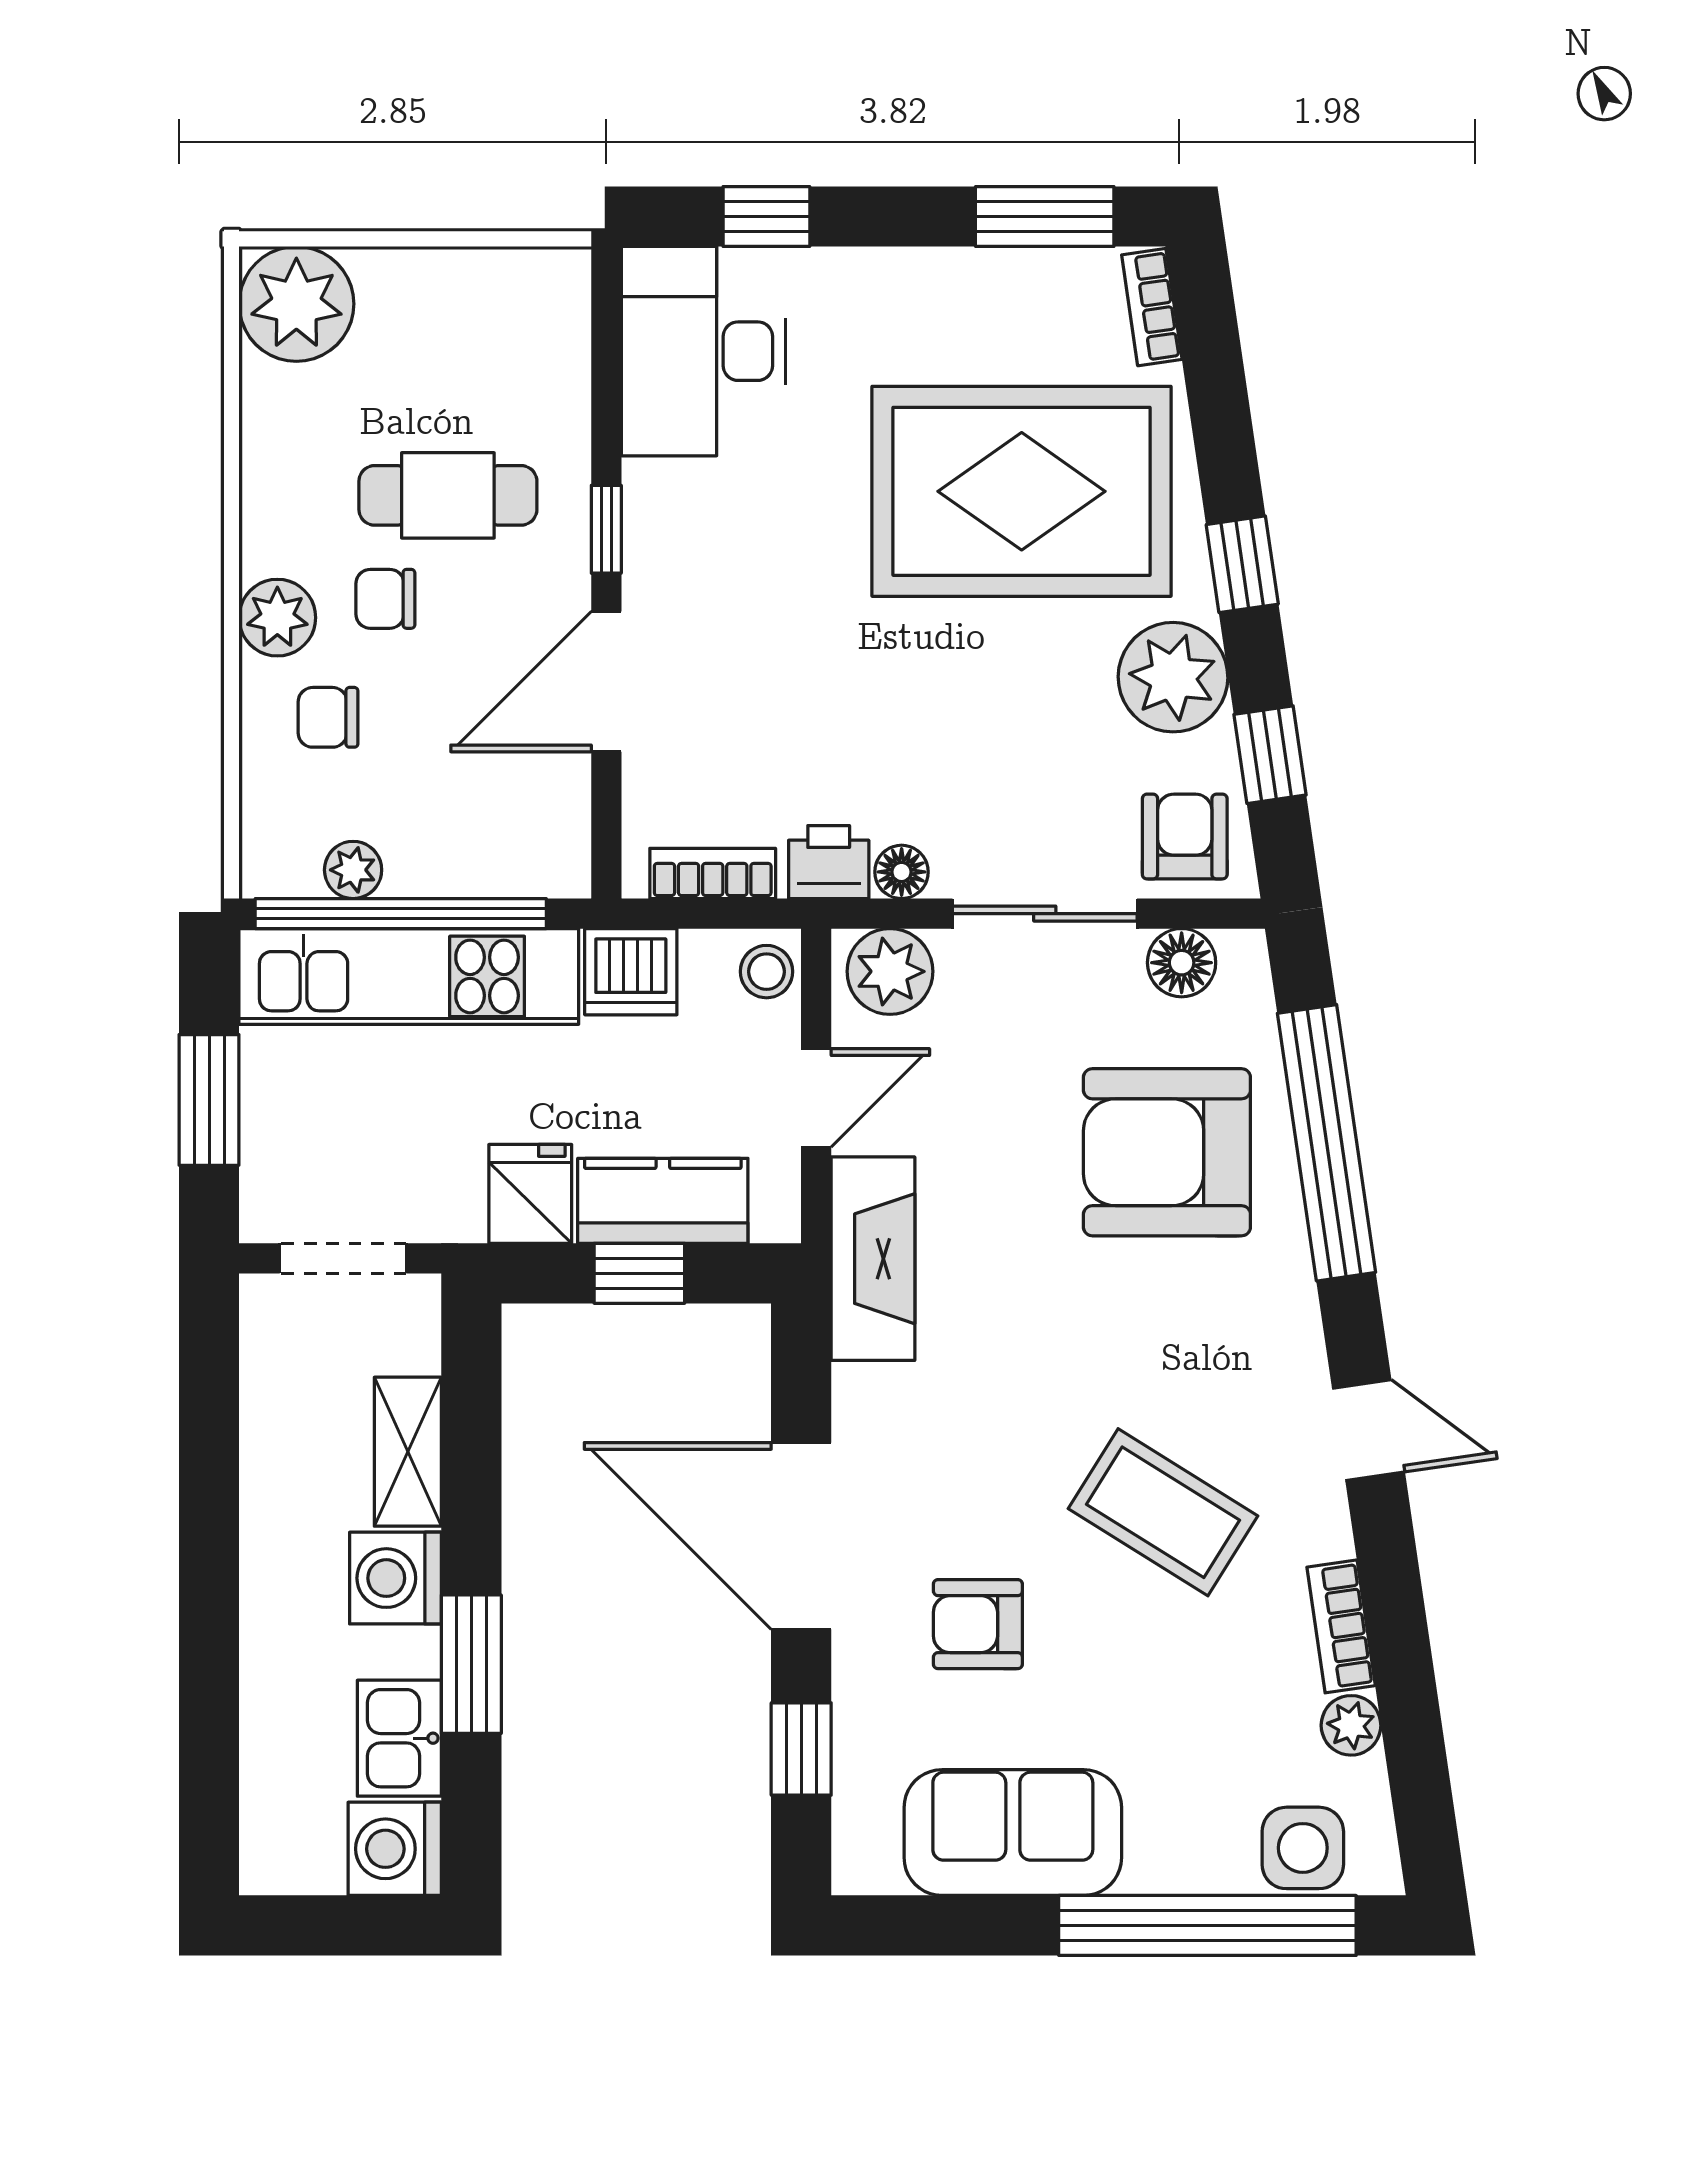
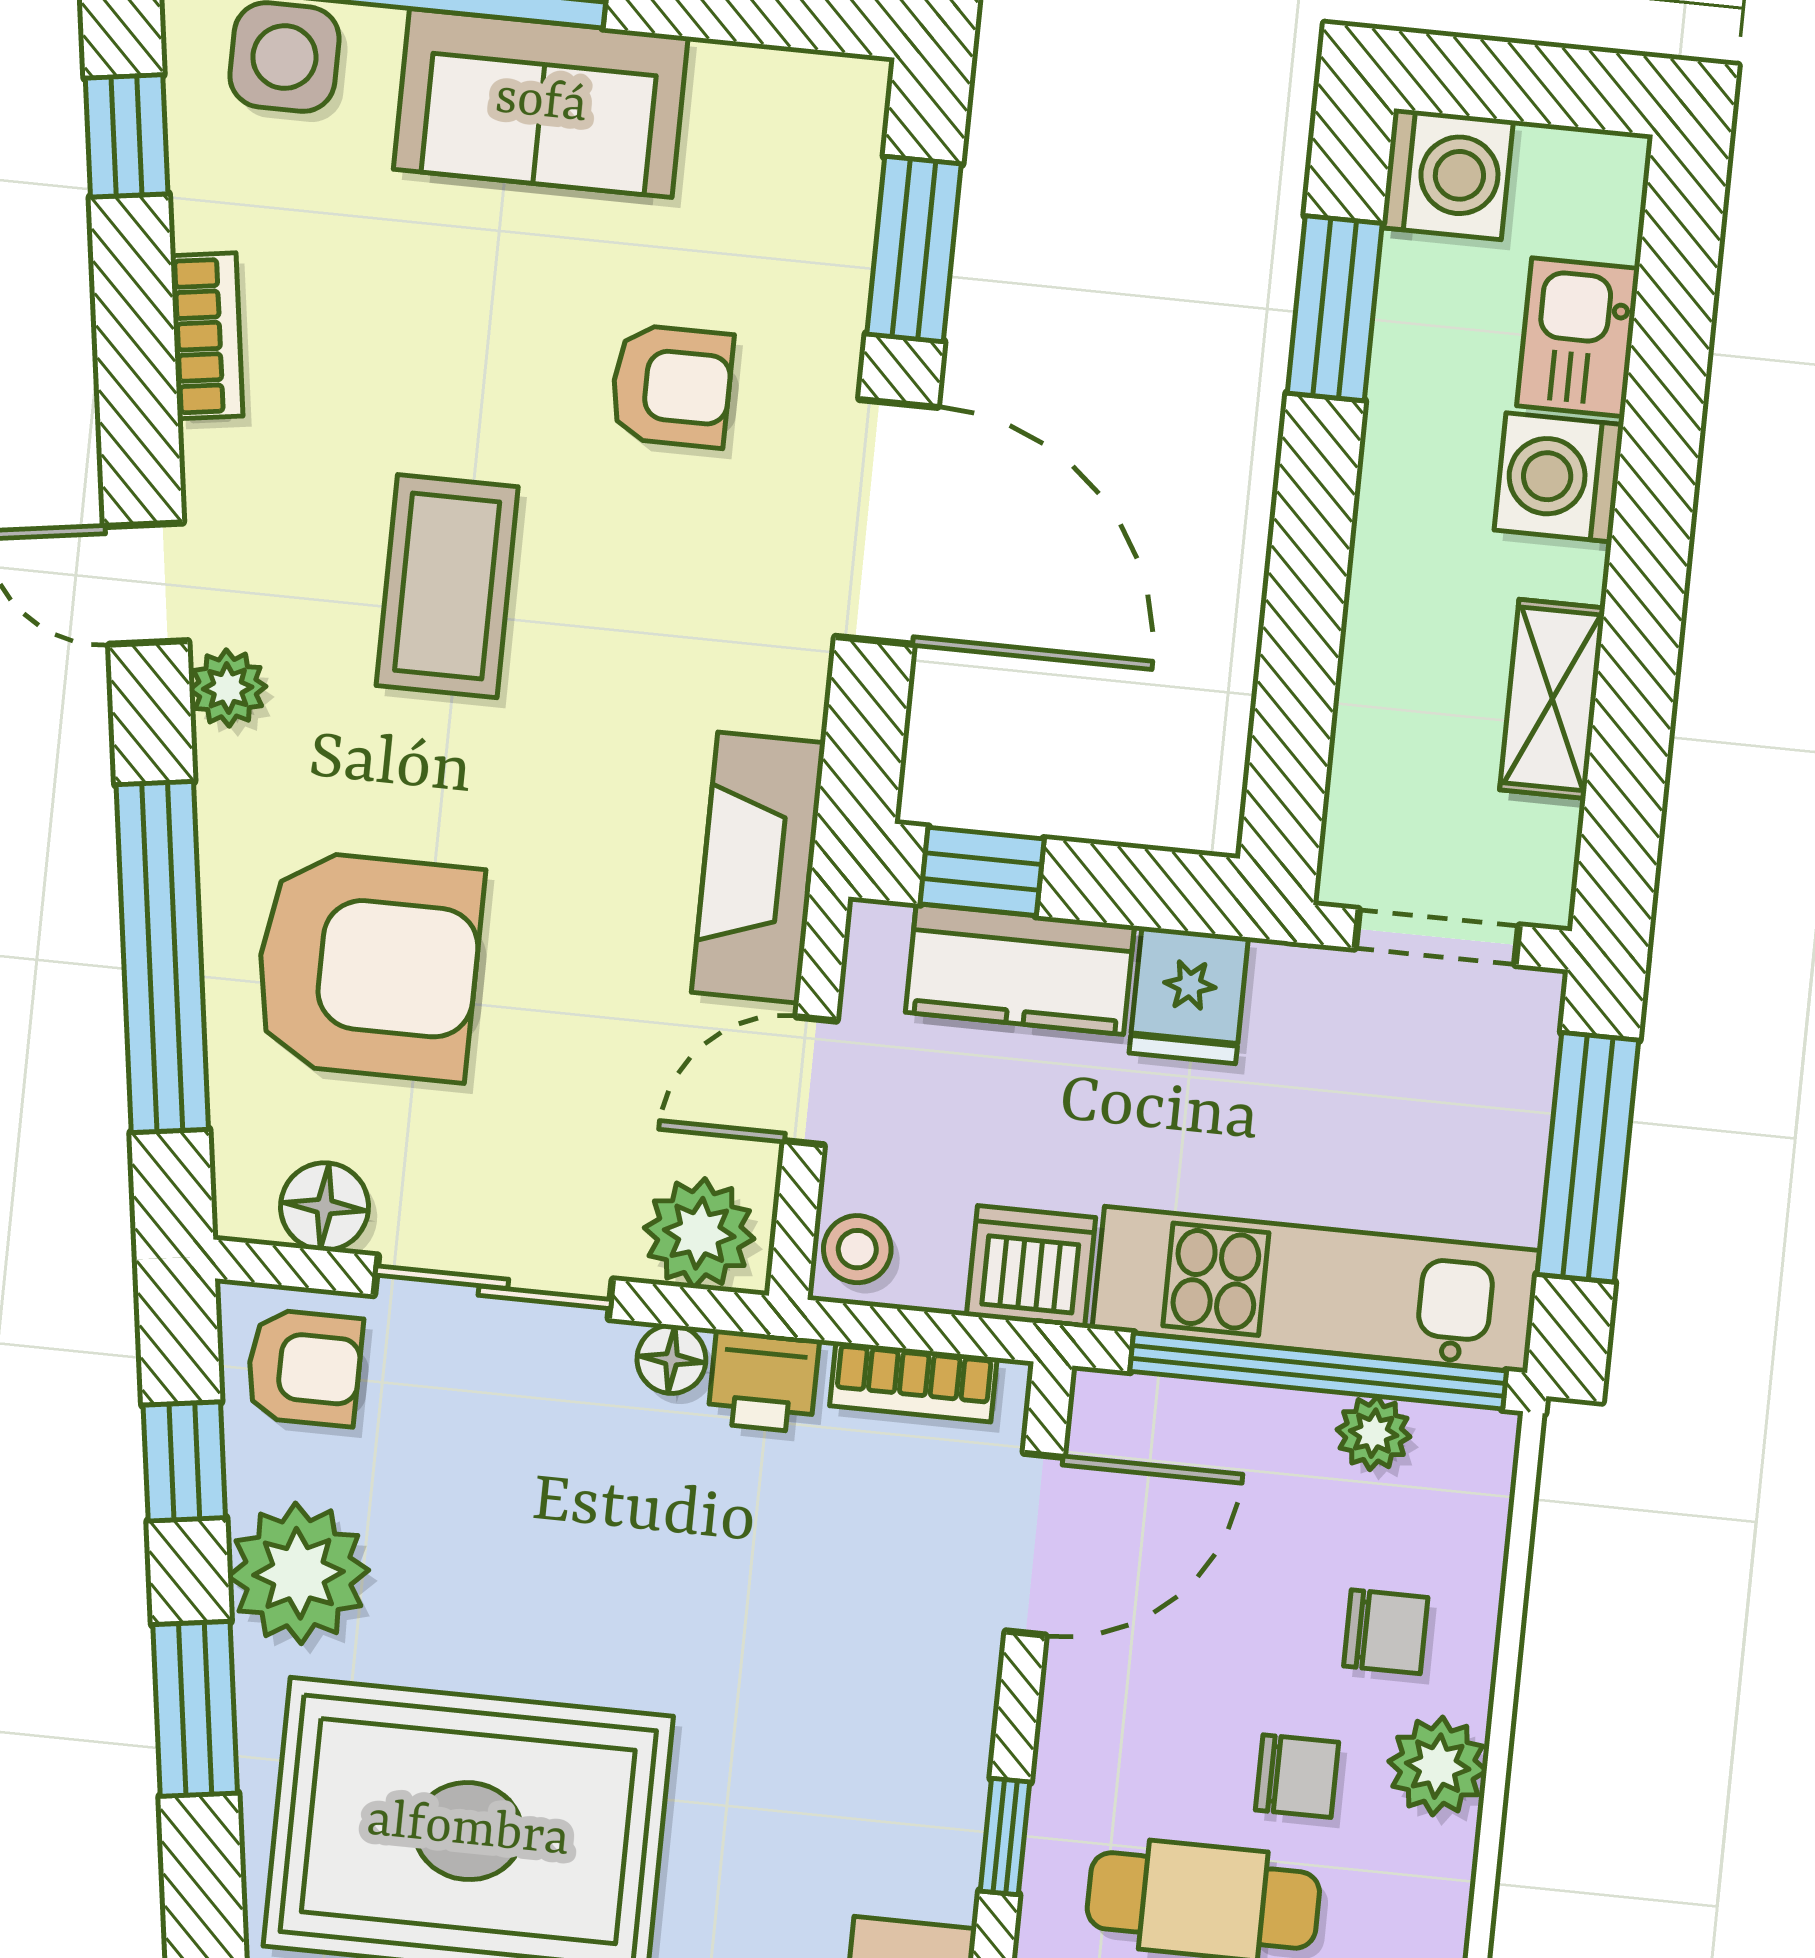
window: (1242, 564) -> (195, 1709), width x1.50
door: (606, 682) -> (1035, 1544), moved
armchair: (1185, 837) -> (304, 1368), turned -90
window: (209, 1100) -> (1588, 1157), width x1.44
window: (639, 1273) -> (982, 871), moved
shelving: (408, 1452) -> (1552, 699), moved
coffee table: (1163, 1512) -> (447, 586), moved, turned 58
washing machine: (395, 1578) -> (1559, 477), moved, turned 180
window: (471, 1664) -> (1335, 308), moved
plant: (1351, 1725) -> (228, 688), moved
kitchen sink: (399, 1738) -> (1578, 337), moved, turned 180
window: (801, 1749) -> (914, 249), width x1.50
window: (1419, 1775) -> (127, 136), added
sofa: (1013, 1833) -> (541, 103), moved

